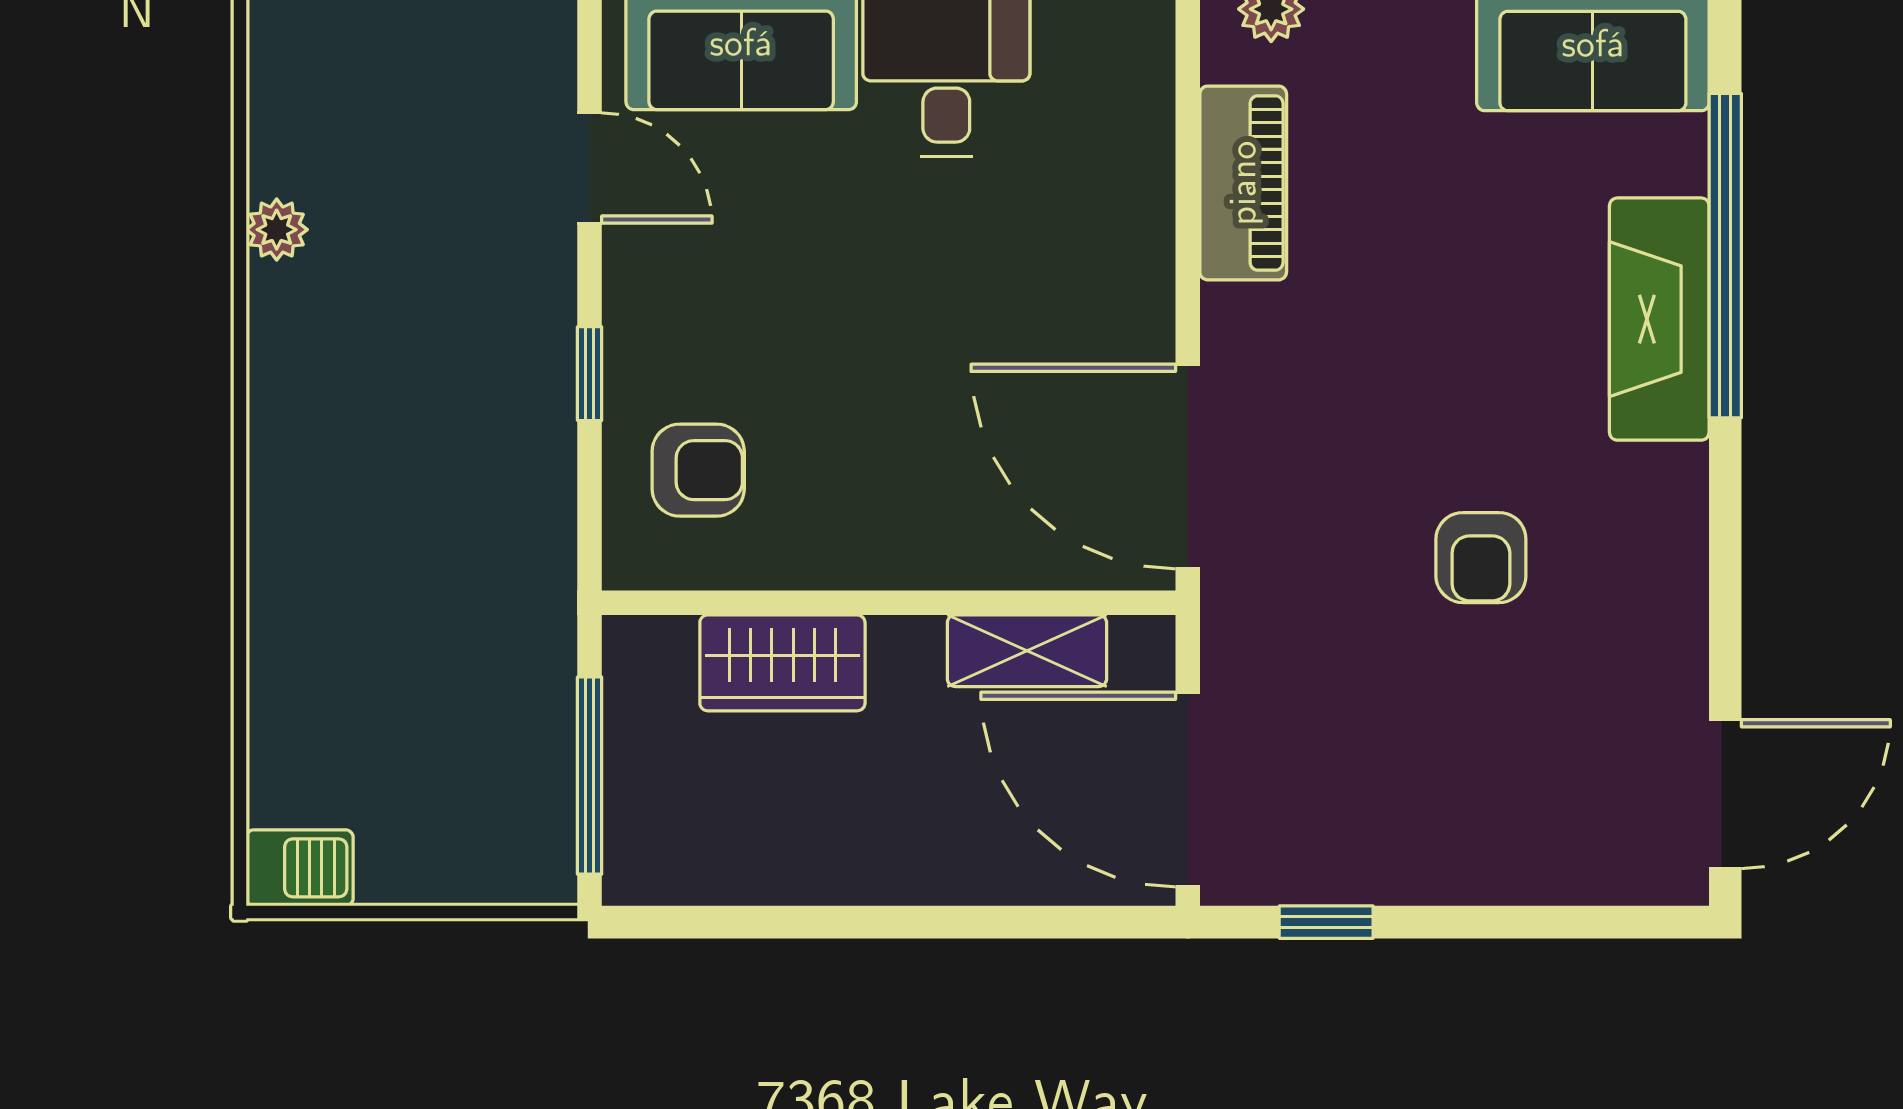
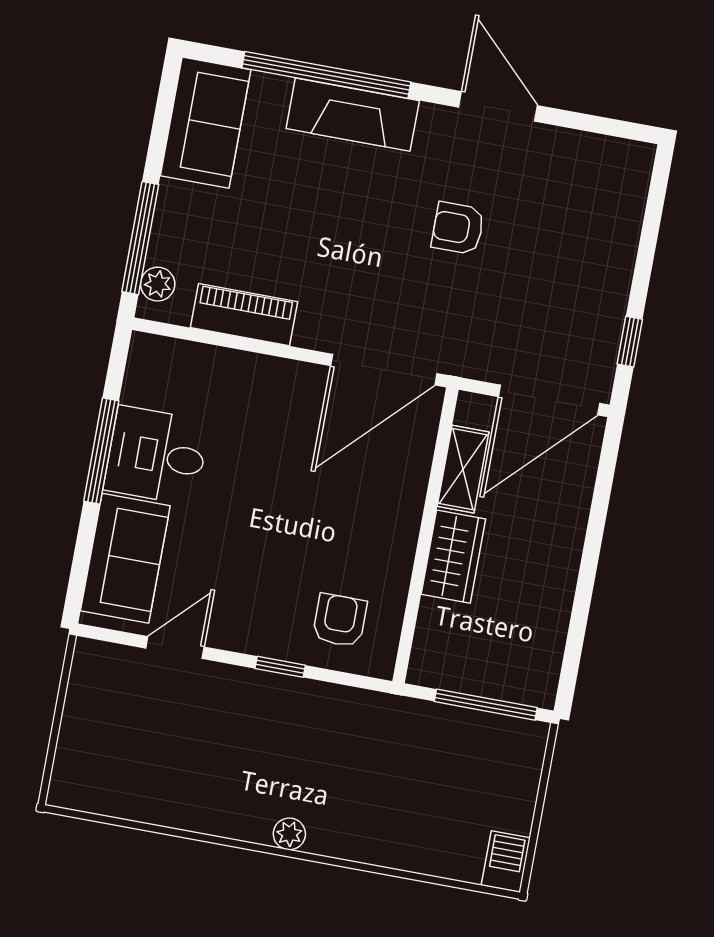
plant: (277, 230) -> (289, 834), moved
armchair: (1481, 558) -> (458, 228), turned 180
wardrobe: (782, 663) -> (453, 557), moved
door: (1725, 794) -> (498, 106), moved

